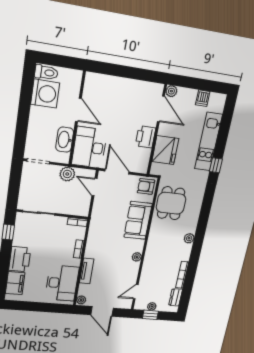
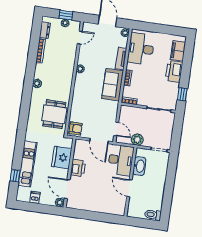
washing machine: (45, 94) -> (154, 200), removed
window: (216, 165) -> (15, 176), moved
sofa: (138, 220) -> (113, 85), moved, turned 180

